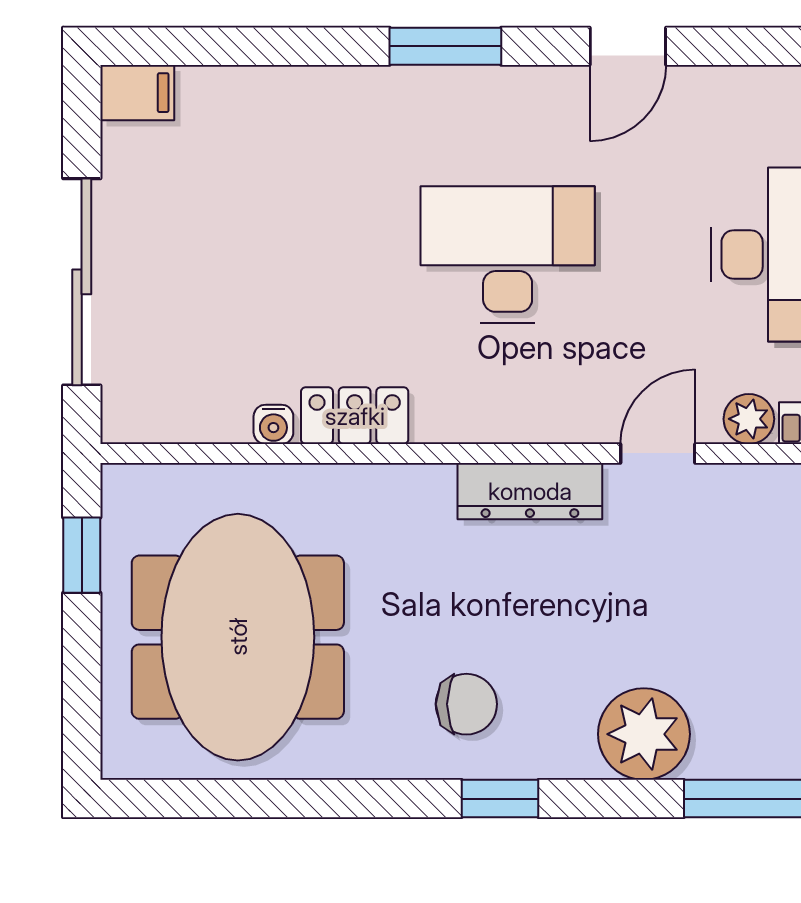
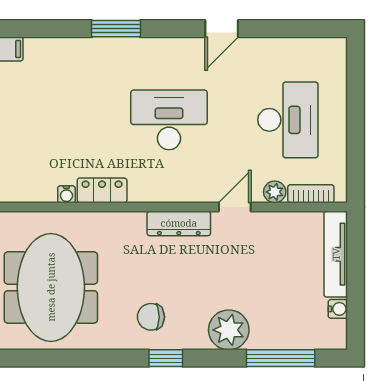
window: (445, 46) -> (116, 29), moved
chair: (466, 704) -> (151, 317), turned 180

